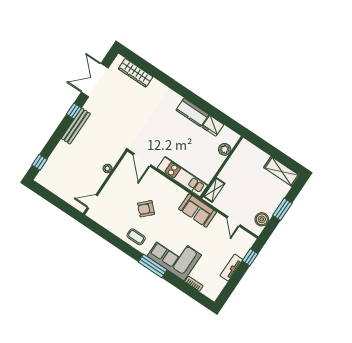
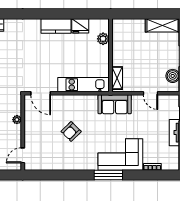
coffee table: (136, 237) -> (79, 160), removed

